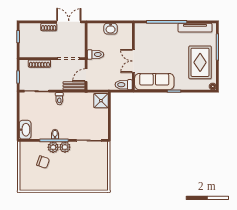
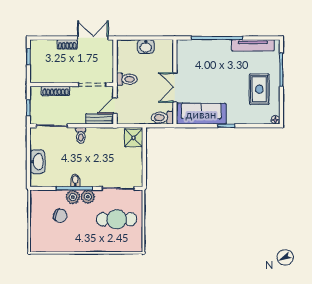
rug: (200, 62) -> (259, 89), width x0.73, depth x0.70
washbasin: (25, 130) -> (37, 162), moved
cafe table: (88, 165) -> (117, 219), added

